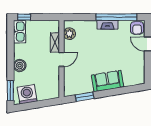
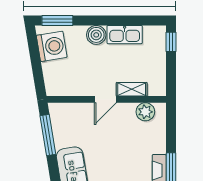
kitchen sink: (19, 32) -> (125, 35), moved
door: (61, 60) -> (105, 99), hinge flipped
window: (84, 97) -> (48, 135), width x1.44

